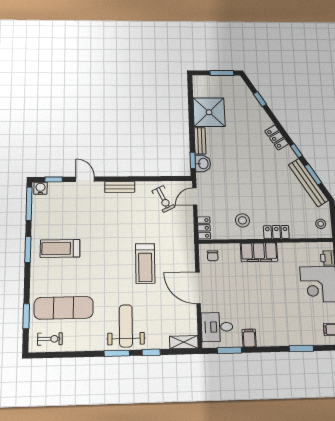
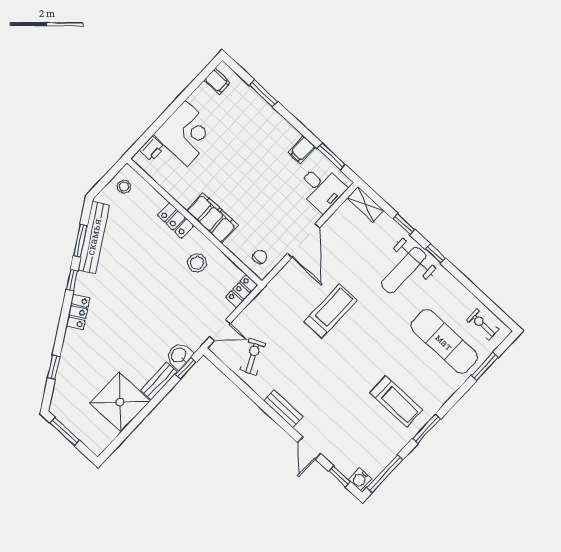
window: (117, 353) -> (435, 254), width x0.67

